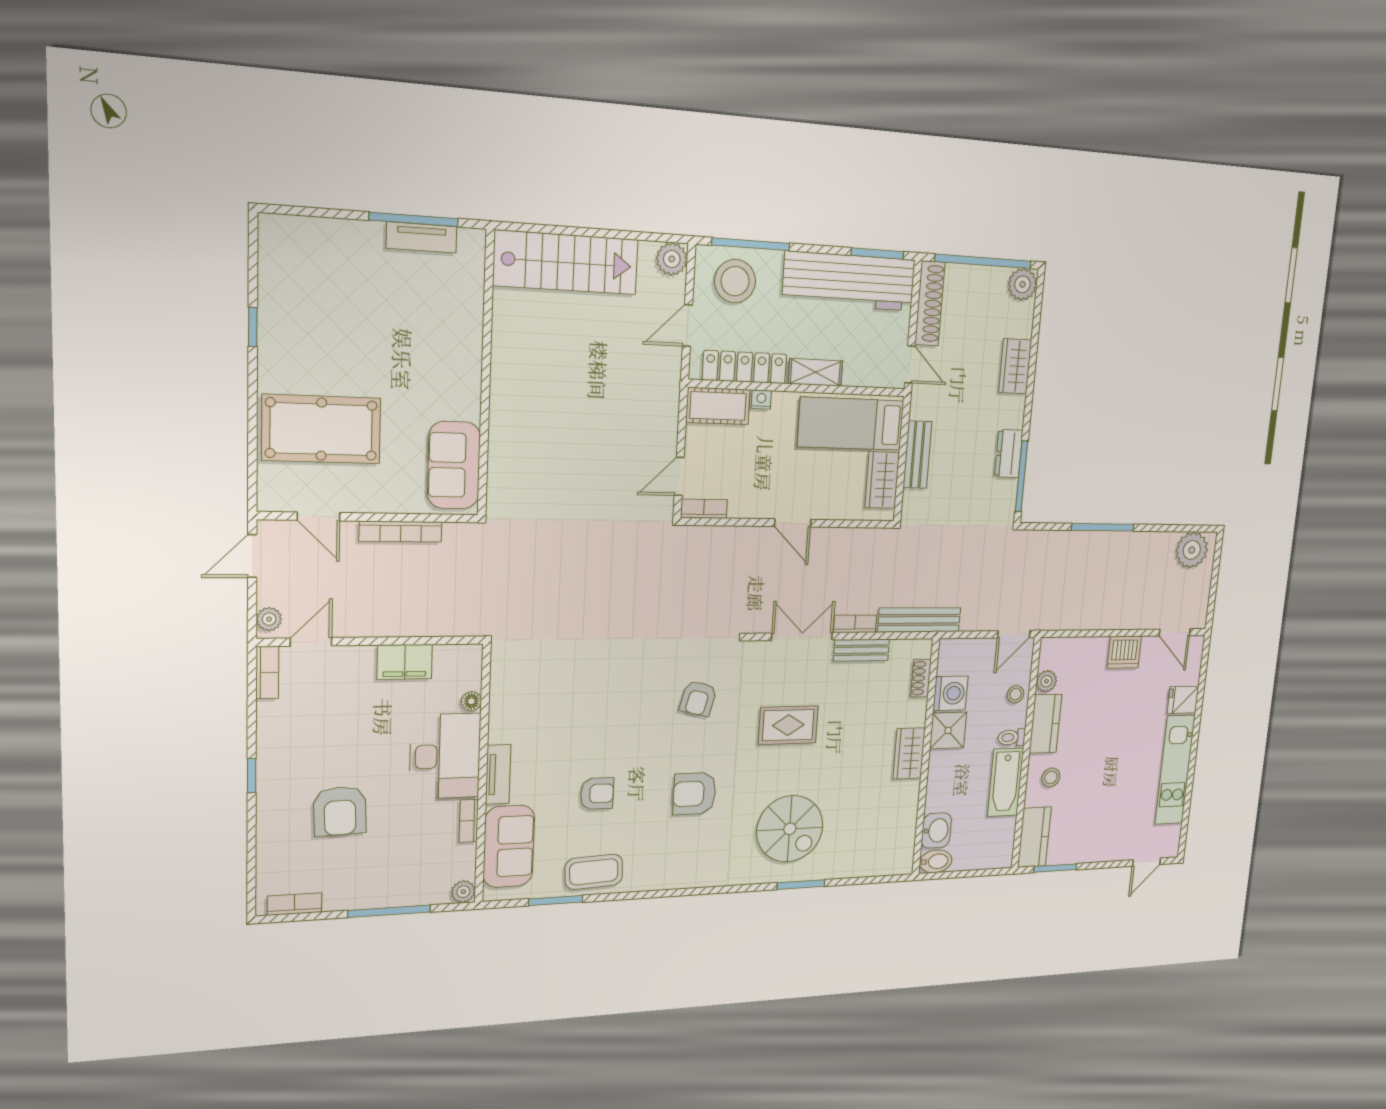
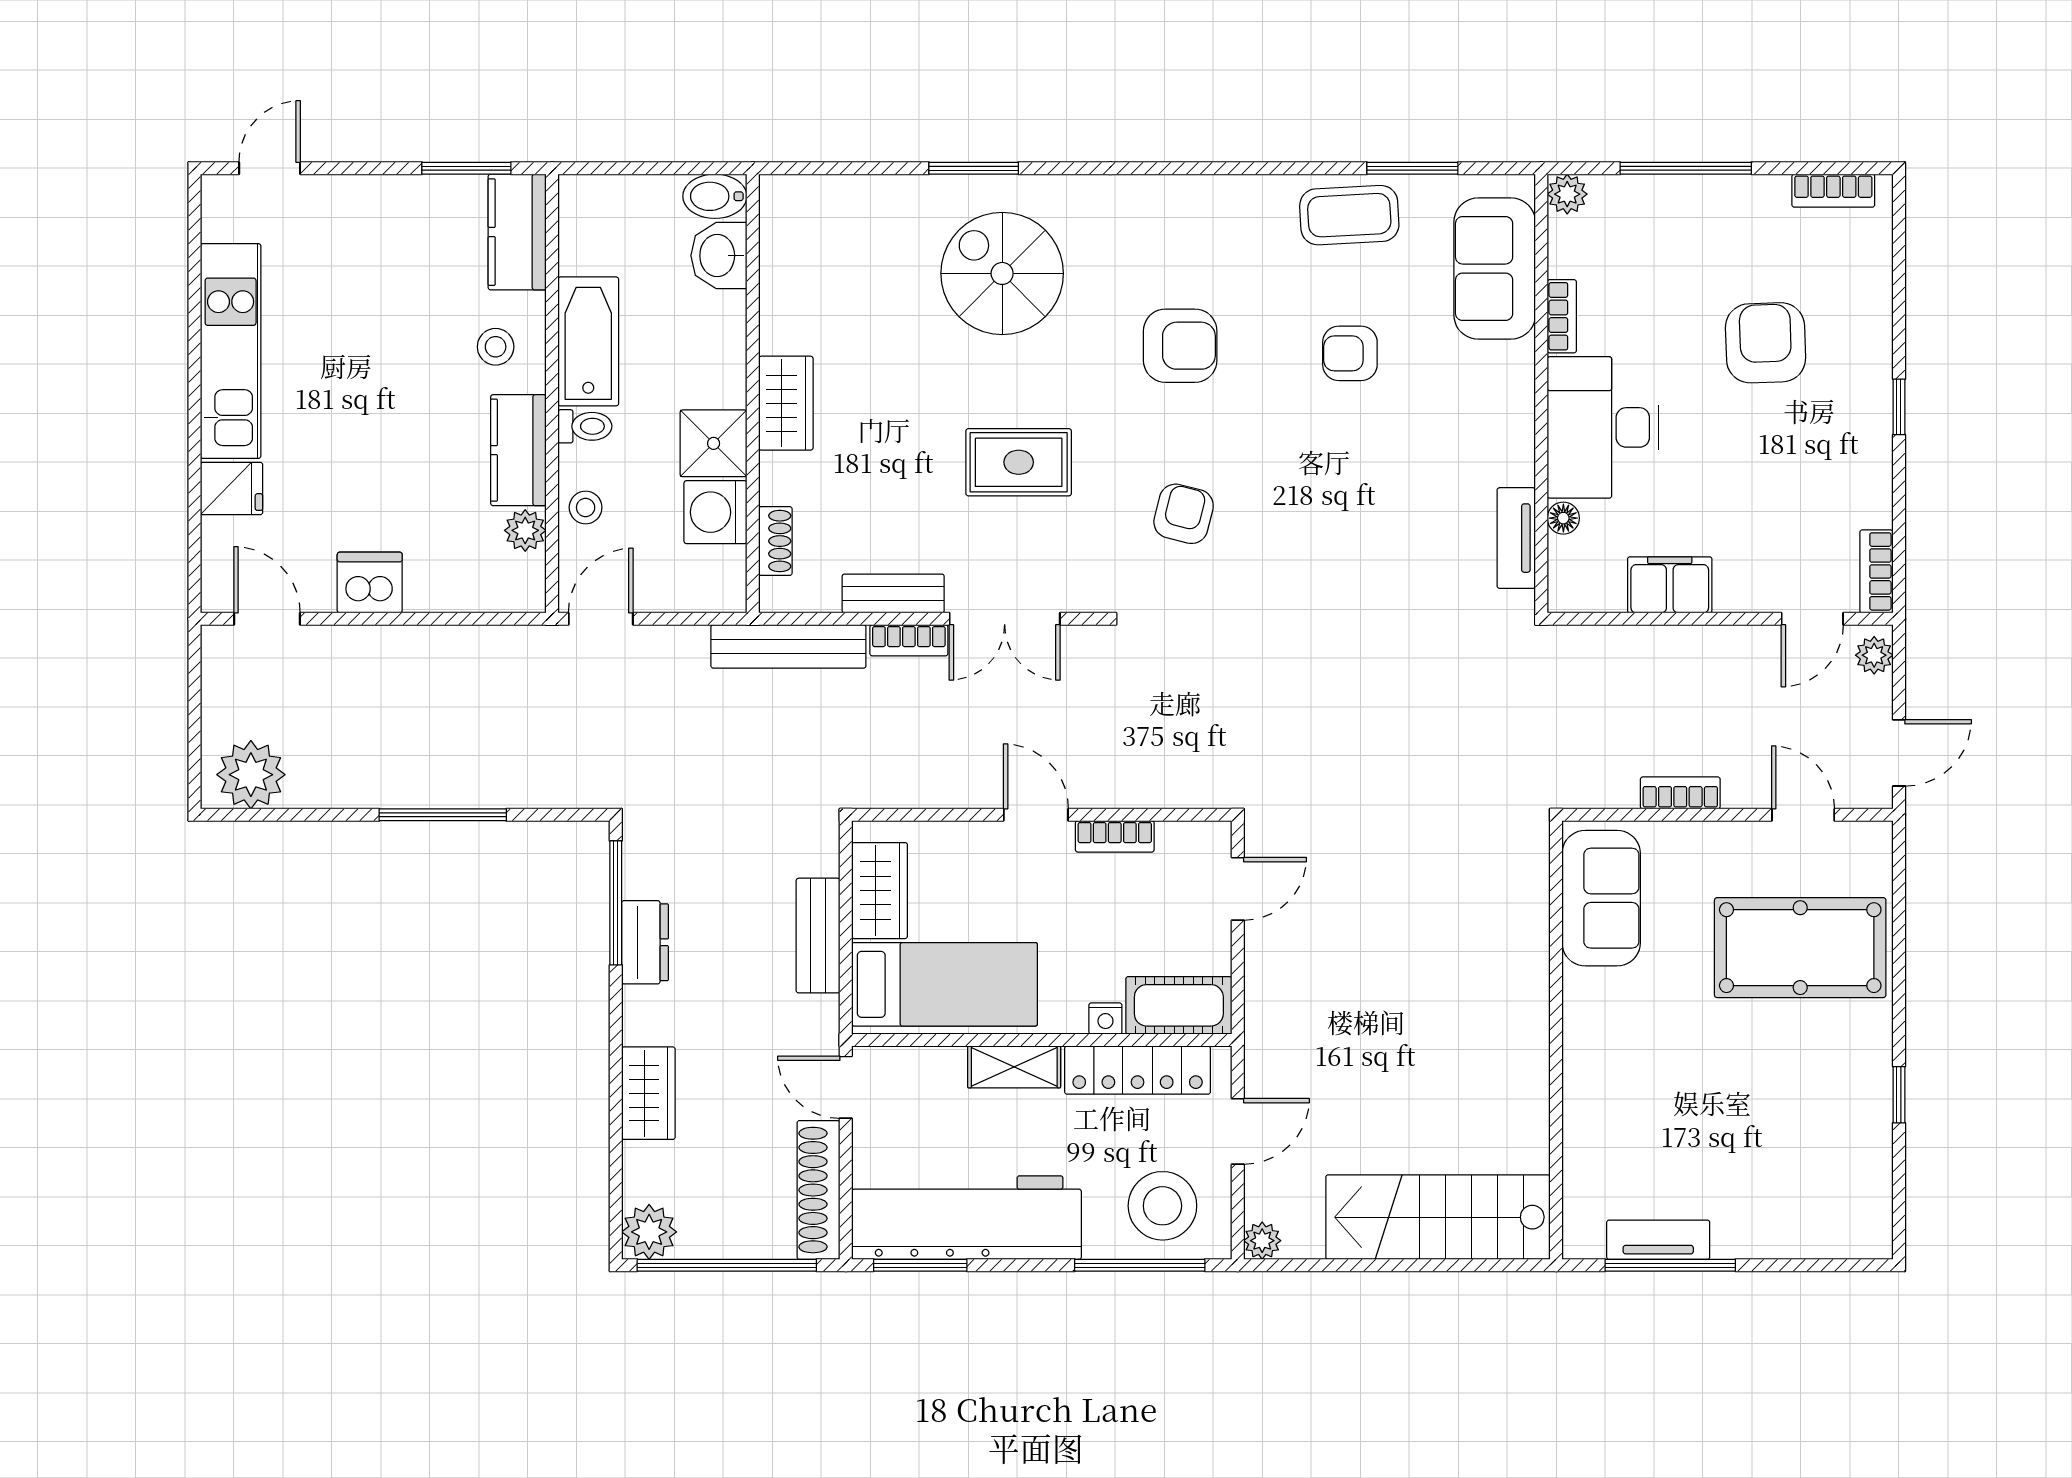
plant: (672, 259) -> (1262, 1241), width x0.73, depth x0.73
bookcase: (704, 509) -> (1115, 836), moved
bookcase: (401, 532) -> (1680, 793), width x0.64
tv unit: (498, 774) -> (1516, 538), moved

